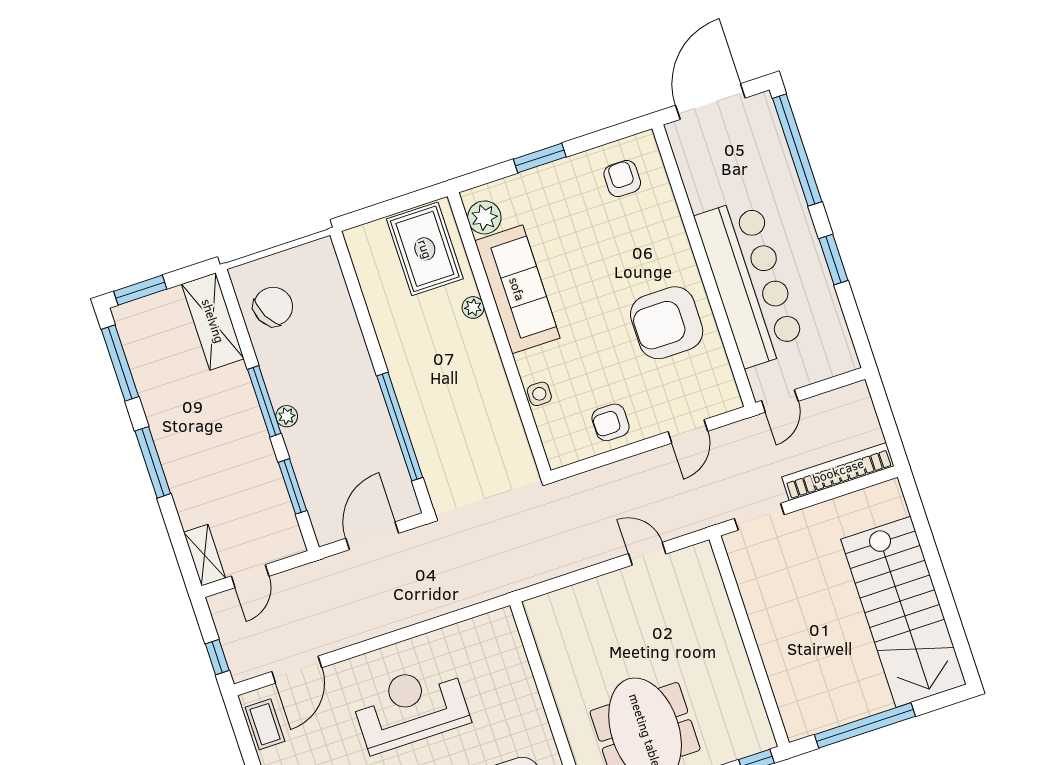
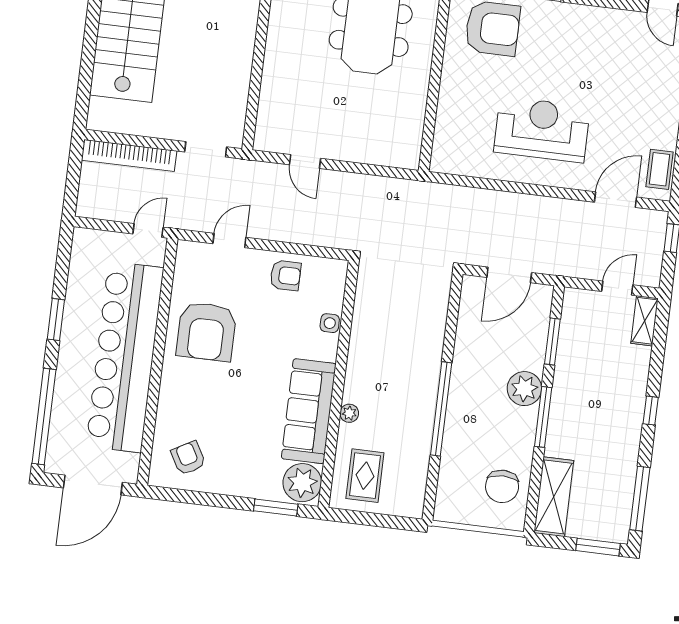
window: (540, 158) -> (276, 508), moved
armchair: (622, 179) -> (188, 458), turned 151
plant: (484, 217) -> (302, 483), width x1.36, depth x1.36
rug: (425, 249) -> (365, 476), width x0.73, depth x0.70
bar counter: (750, 282) -> (125, 357), width x1.36
chair: (273, 307) -> (502, 486), turned -63
armchair: (667, 323) -> (206, 331), turned 90
plant: (287, 416) -> (524, 389), width x1.88, depth x1.88
window: (400, 427) -> (441, 409), moved
window: (153, 462) -> (651, 411), width x0.46
reception desk: (411, 708) -> (542, 129), turned 180

